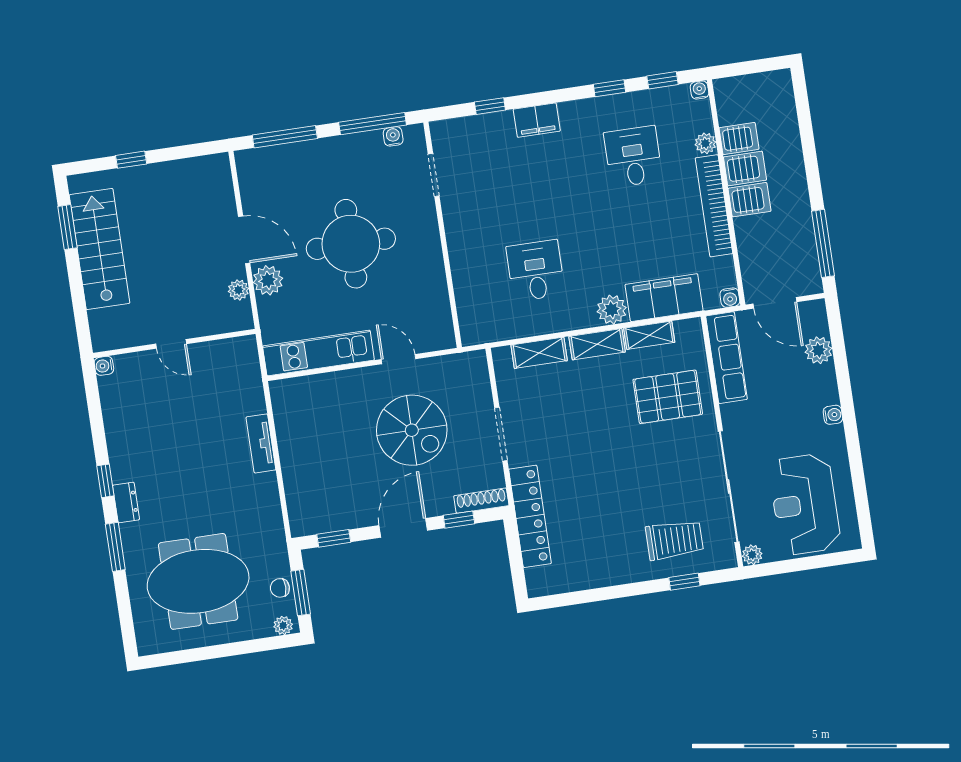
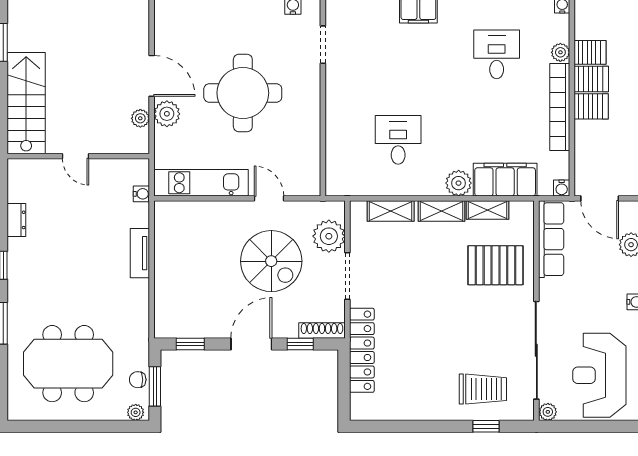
stairs: (99, 249) -> (26, 103), moved
water cooler: (104, 366) -> (141, 194), moved, turned 180
plant: (473, 392) -> (329, 236), added
dresser: (126, 503) -> (16, 220), moved

